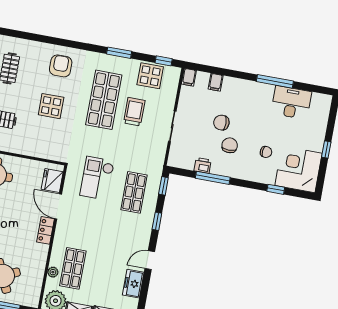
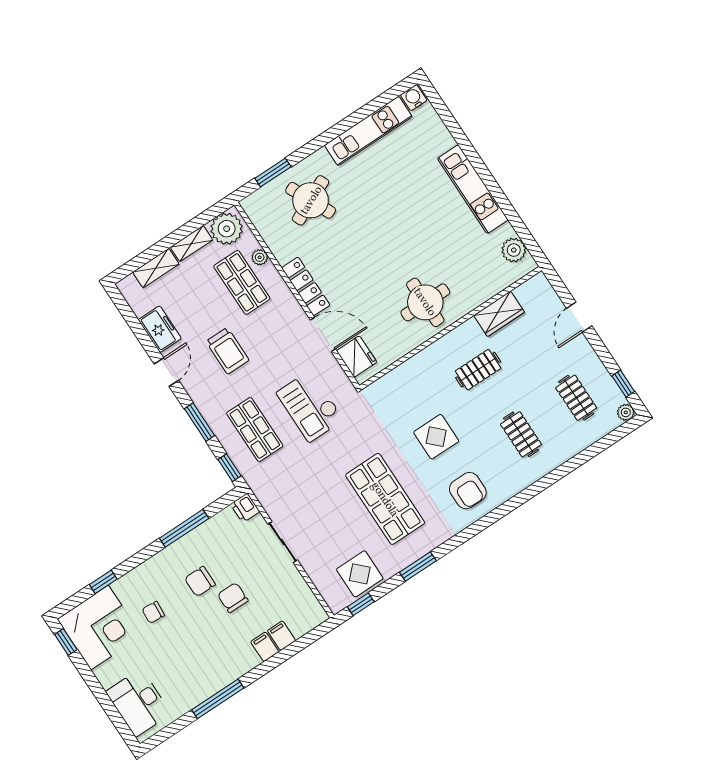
filing cabinet: (189, 77) -> (265, 647), moved
desk: (291, 102) -> (138, 703), moved, turned 90
trolley: (134, 112) -> (227, 351), moved
chair: (221, 123) -> (233, 598), turned -90
chair: (230, 145) -> (200, 581), turned 90
window: (326, 149) -> (66, 642), moved
printer: (203, 165) -> (245, 508), moved, turned 90
checkout: (97, 178) -> (310, 406), turned 180
window: (157, 221) -> (199, 422), width x1.50
locker: (46, 230) -> (306, 286), width x1.53

